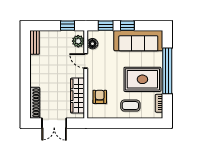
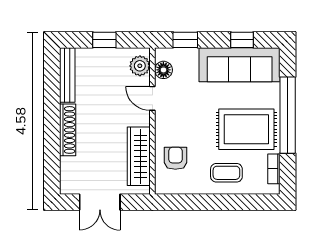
window: (68, 26) -> (104, 40), moved
window: (127, 26) -> (242, 40), moved
bench: (35, 42) -> (67, 75), width x1.36
shoe rack: (35, 103) -> (68, 130), moved

